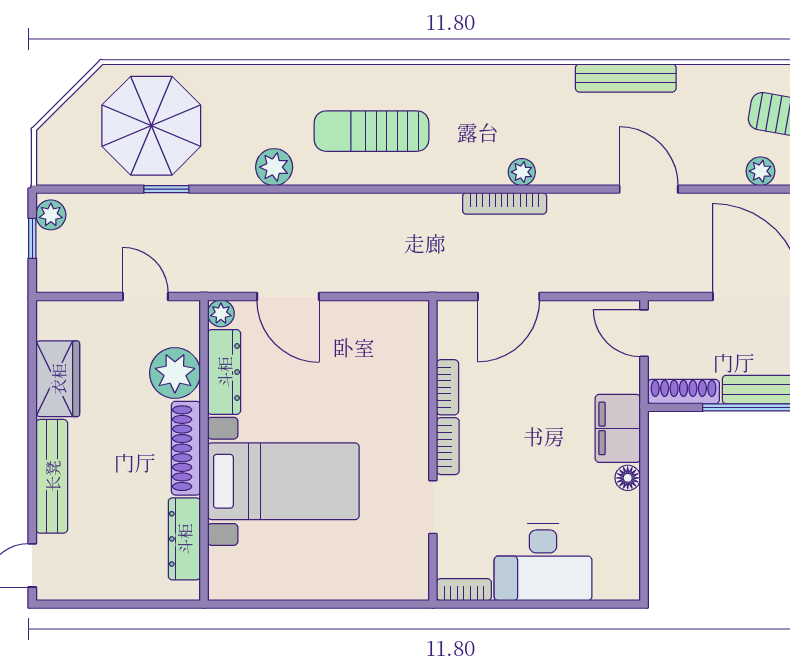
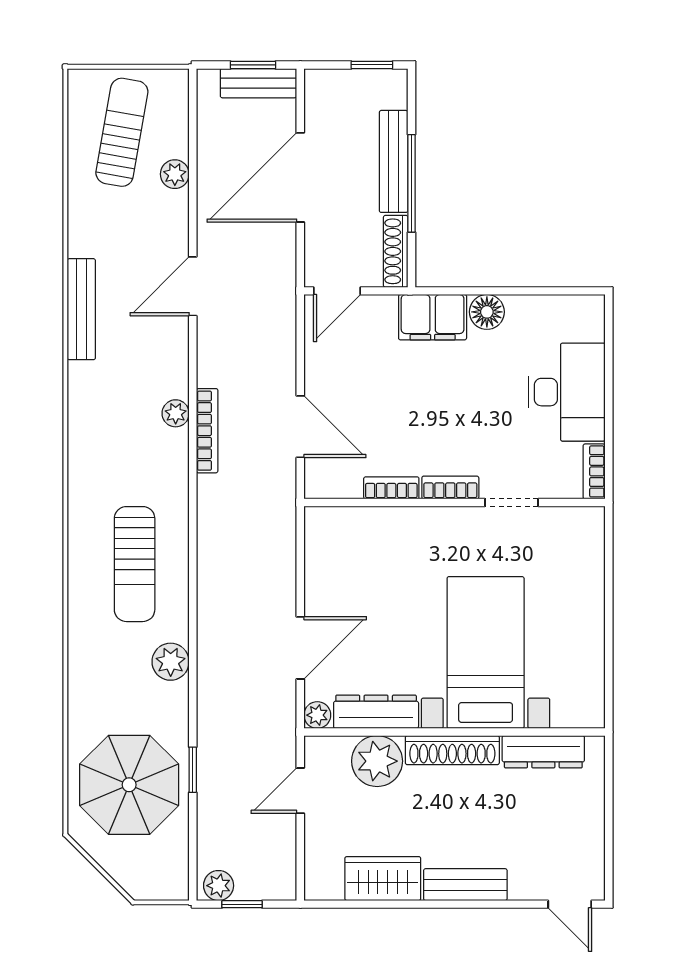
bench: (52, 476) -> (465, 885), width x0.73
floor lamp: (628, 478) -> (487, 312), width x1.37, depth x1.37

